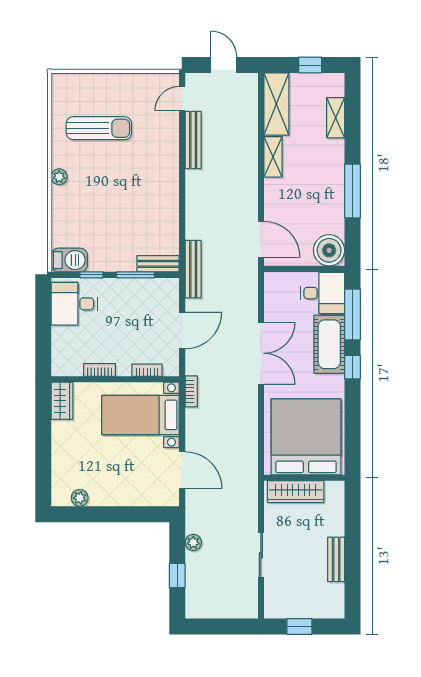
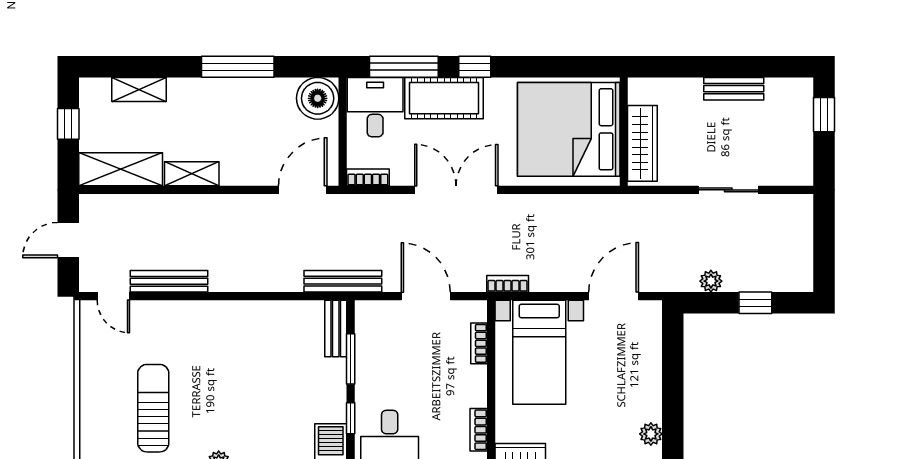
bookcase: (270, 288) -> (368, 177), added
bookcase: (100, 370) -> (479, 430), moved
window: (299, 626) -> (824, 115), moved

